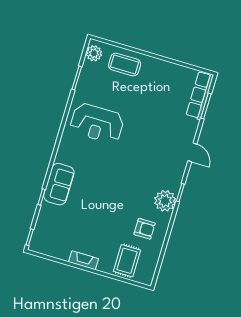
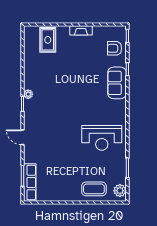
reception desk: (97, 123) -> (102, 138), turned 180
plant: (165, 201) -> (28, 94), width x0.53, depth x0.53
armchair: (145, 229) -> (115, 48), moved

